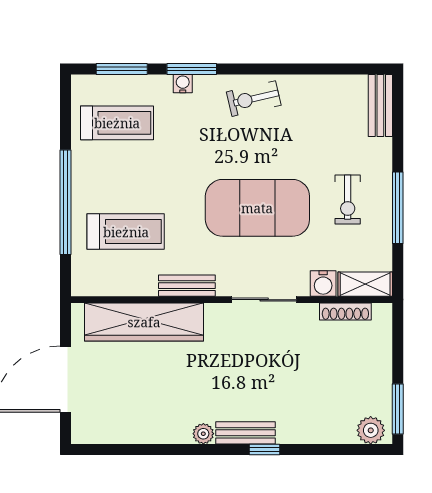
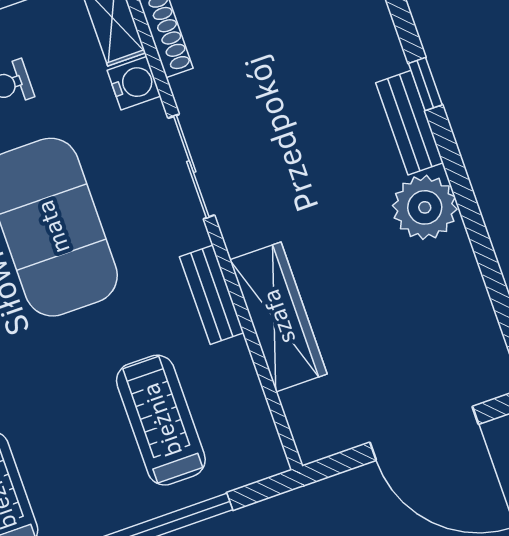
wardrobe: (144, 322) -> (278, 317), width x0.71, depth x0.85
plant: (203, 434) -> (425, 207), width x1.88, depth x1.88

